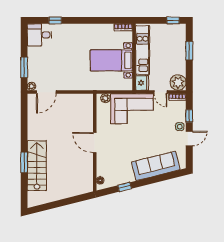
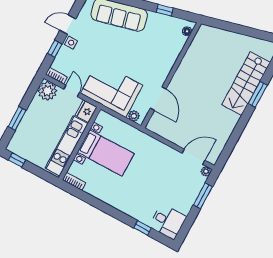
door: (95, 143) -> (158, 99), moved

